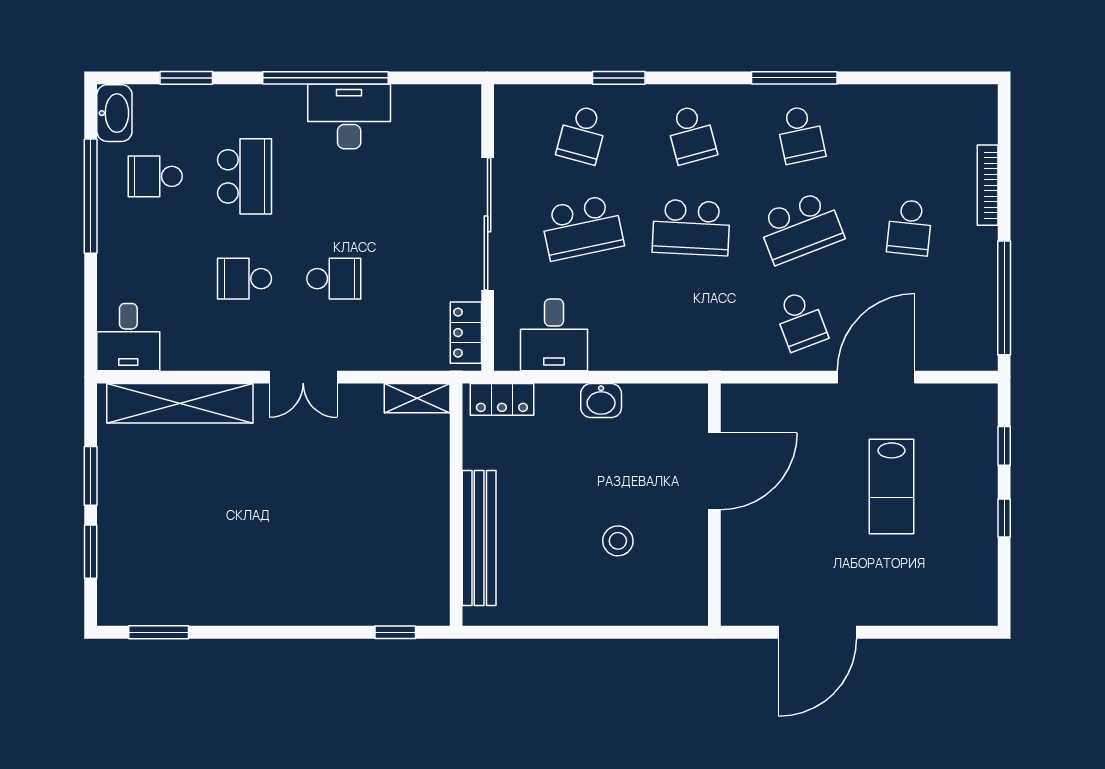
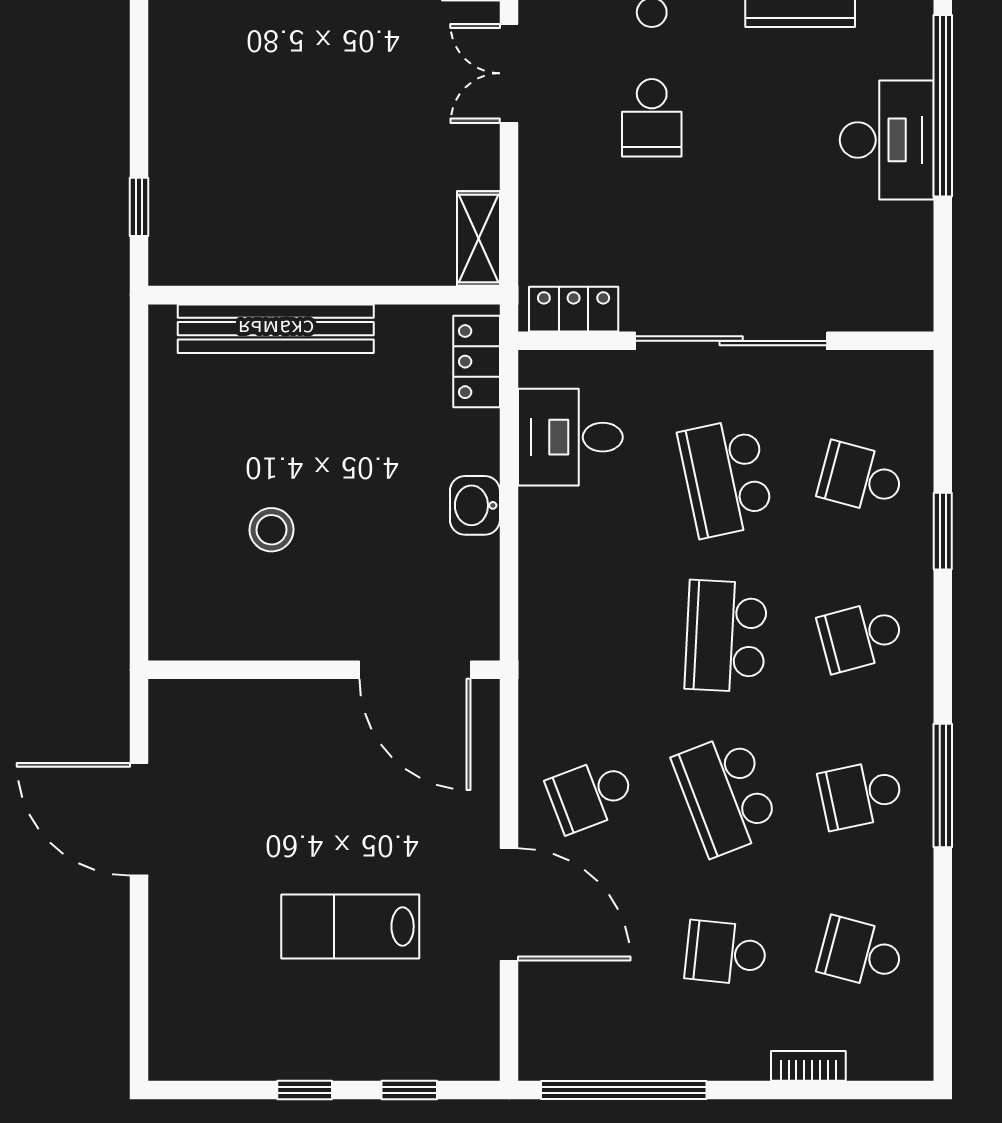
school desk: (910, 134) -> (861, 953), added
bookcase: (988, 185) -> (808, 1066), width x0.64
door: (714, 471) -> (415, 670), moved

